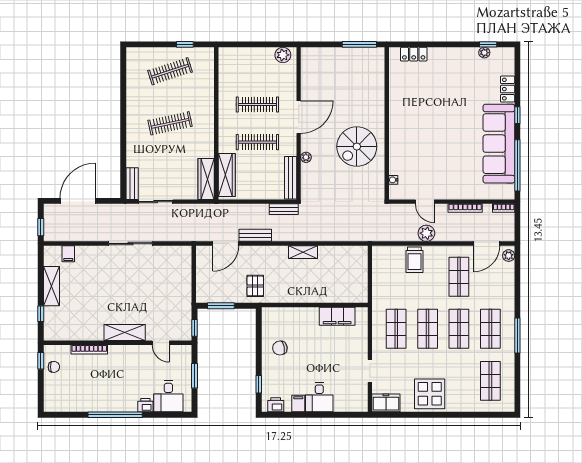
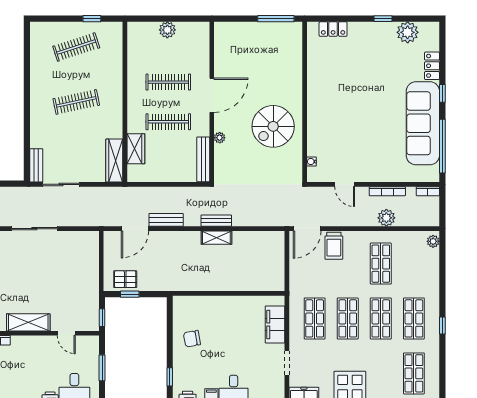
window: (488, 44) -> (383, 19), moved
plant: (484, 53) -> (408, 32), width x1.88, depth x1.88
plant: (283, 55) -> (167, 30), moved
wardrobe: (227, 175) -> (136, 149), width x0.67
bench: (284, 209) -> (216, 221), moved
plant: (426, 233) -> (386, 218), moved
door: (487, 244) -> (307, 229), moved
pallet: (255, 286) -> (125, 279), moved, turned 90
window: (221, 306) -> (130, 294), width x0.67
filing cabinet: (337, 316) -> (275, 324), moved, turned 90
window: (517, 335) -> (442, 325), width x0.46

